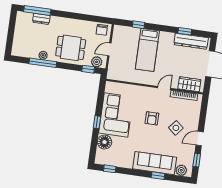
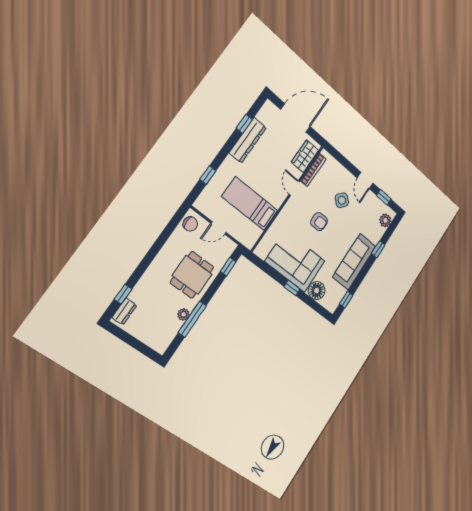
window: (37, 11) -> (123, 294), width x0.46
dresser: (41, 19) -> (124, 311), moved
dresser: (191, 41) -> (248, 140), moved
door: (109, 49) -> (218, 228), hinge flipped
bed: (147, 50) -> (250, 204), moved, turned 180
plant: (97, 62) -> (225, 252), removed
sofa: (155, 163) -> (354, 262), moved

